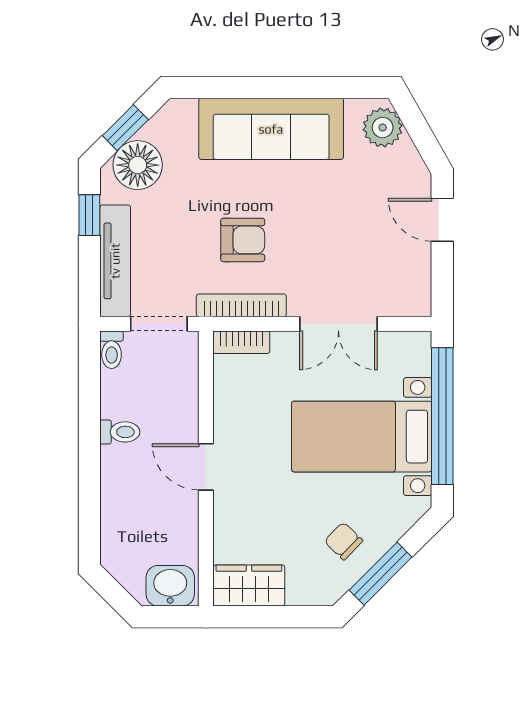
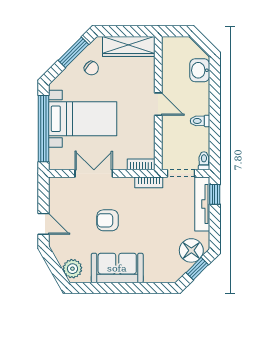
sofa: (271, 129) -> (117, 268), width x0.73
window: (89, 215) -> (215, 194), moved
armchair: (243, 240) -> (108, 220), moved
bookcase: (241, 305) -> (149, 182), width x0.64
wardrobe: (249, 585) -> (129, 46), width x1.50
washbasin: (170, 586) -> (200, 70), moved, turned 90

